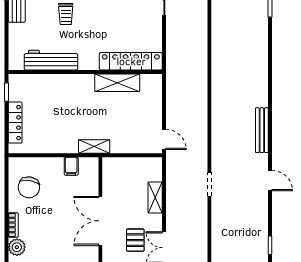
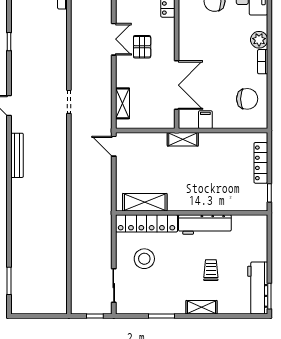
stool: (133, 26) -> (144, 259), added
workbench: (51, 60) -> (205, 224), moved
shelving: (117, 83) -> (145, 202), moved
chair: (29, 187) -> (247, 99), turned 81
shelving: (155, 198) -> (122, 103), moved
double door: (100, 221) -> (177, 85), moved

